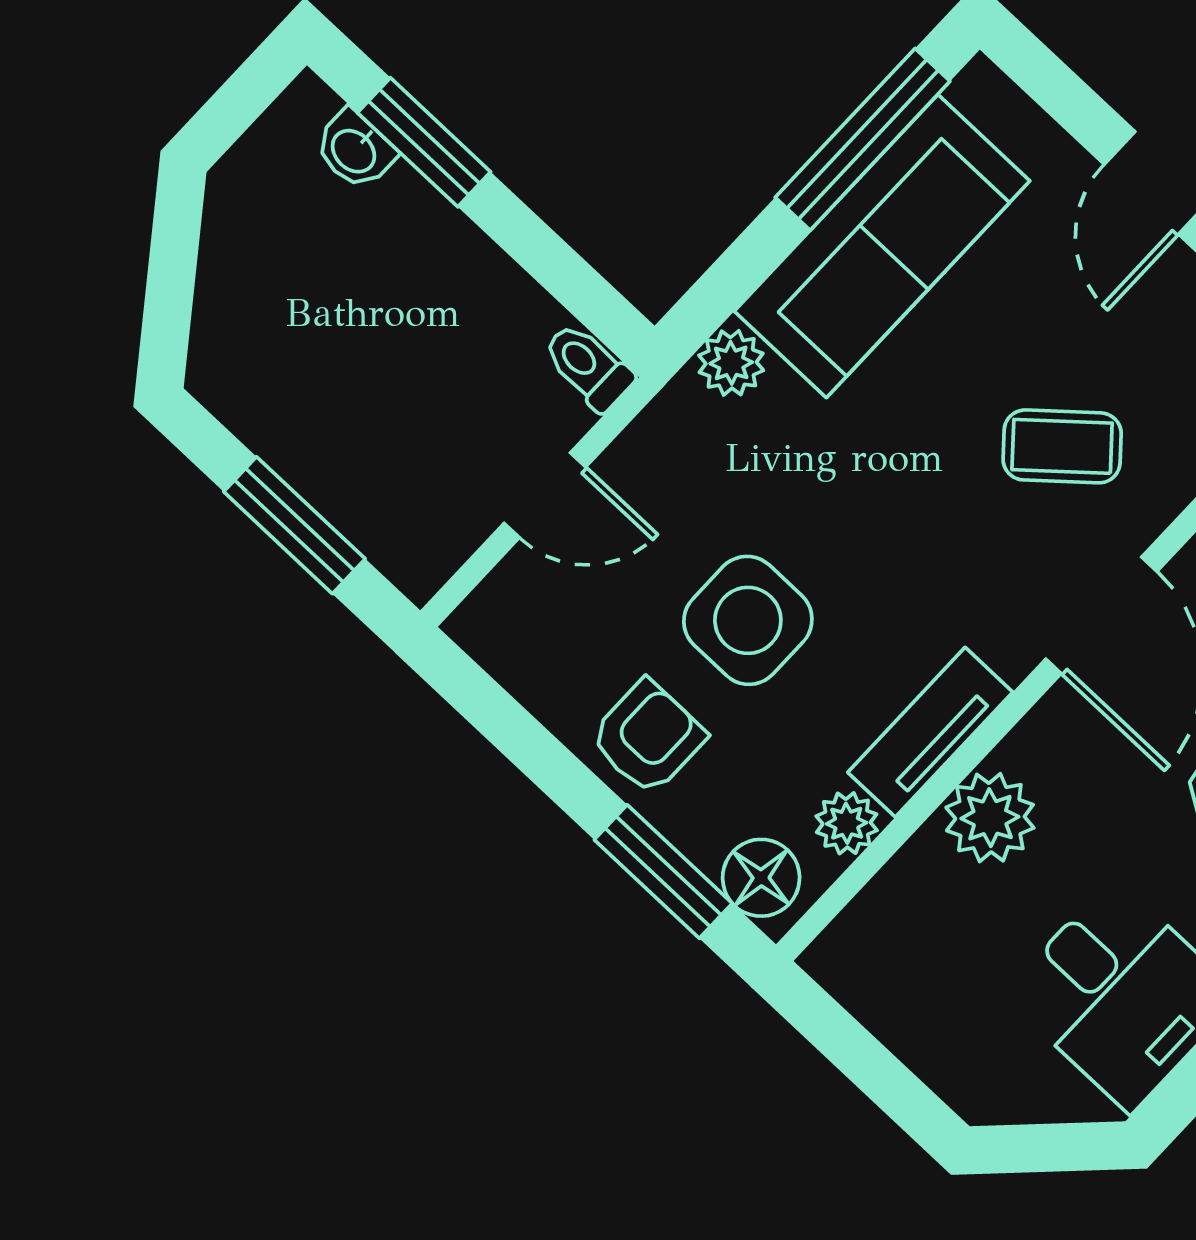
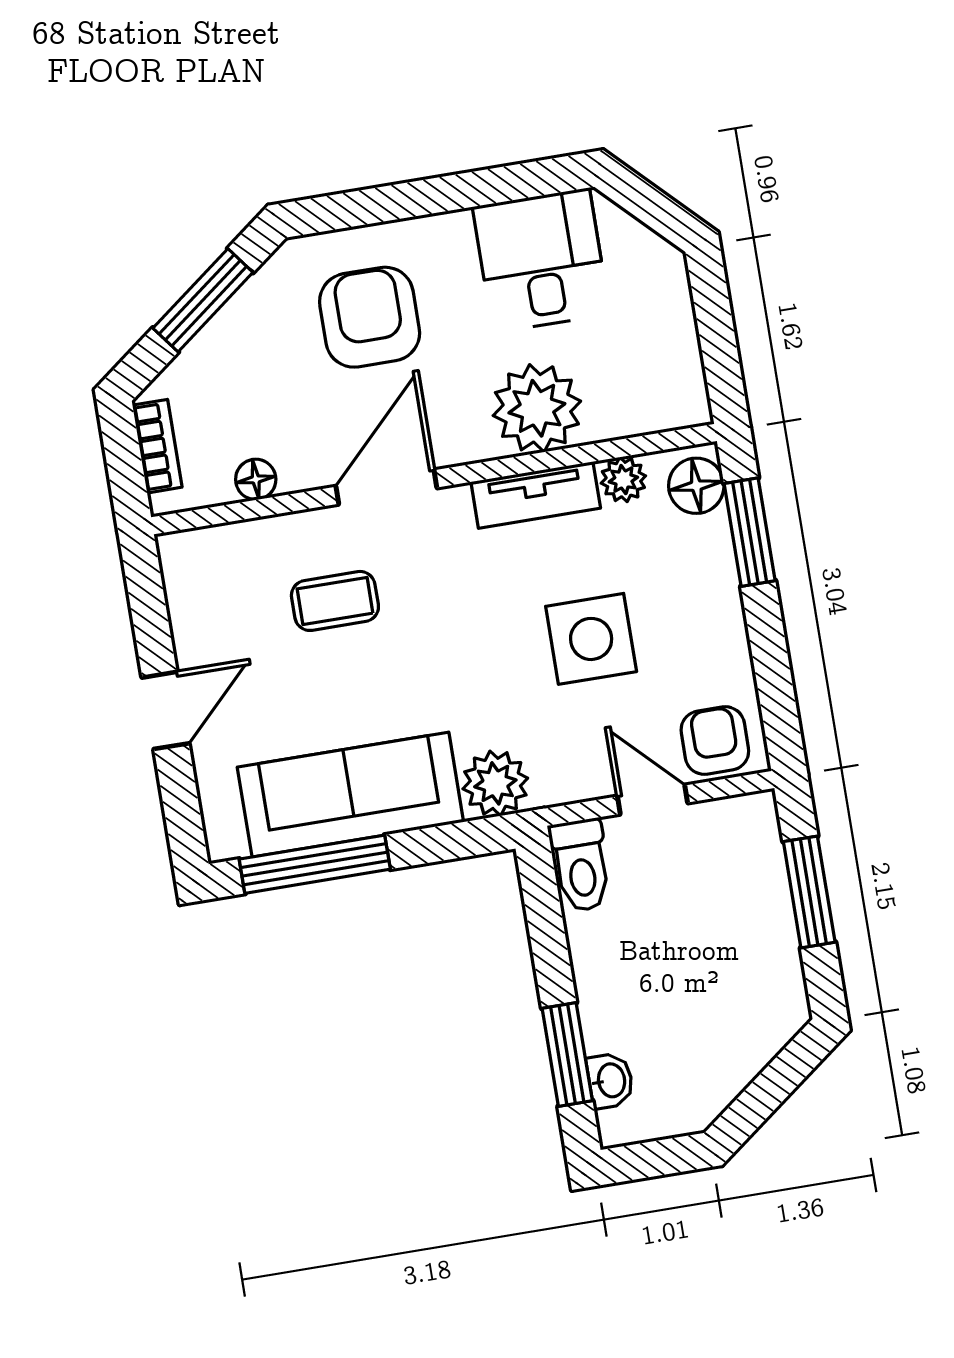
plant: (731, 363) -> (495, 783), width x1.38, depth x1.38
toilet: (588, 367) -> (581, 865), width x1.37, depth x1.39
coffee table: (1062, 446) -> (335, 601), turned -49
armchair: (648, 737) -> (715, 741), moved, turned 90
plant: (990, 818) -> (537, 408), width x1.36, depth x1.36

